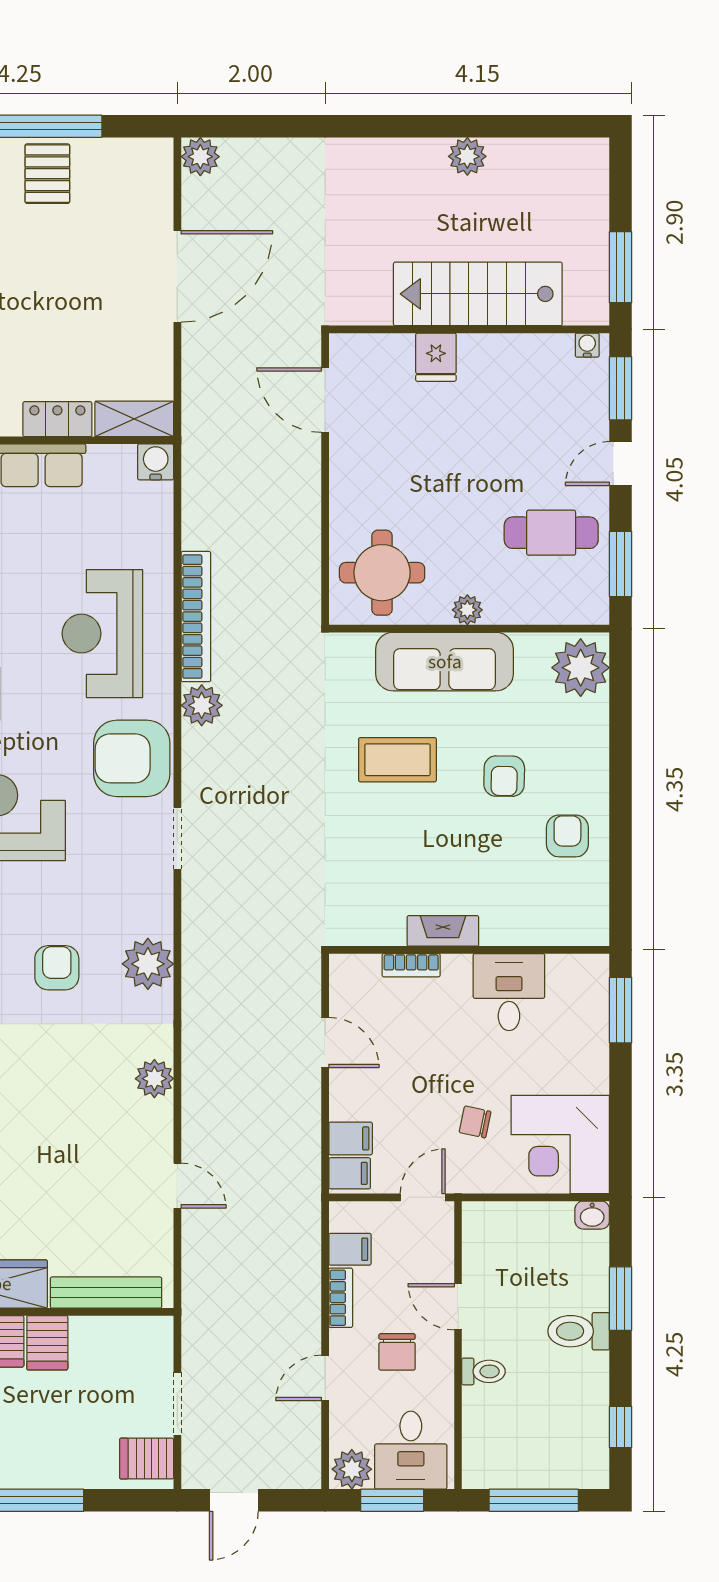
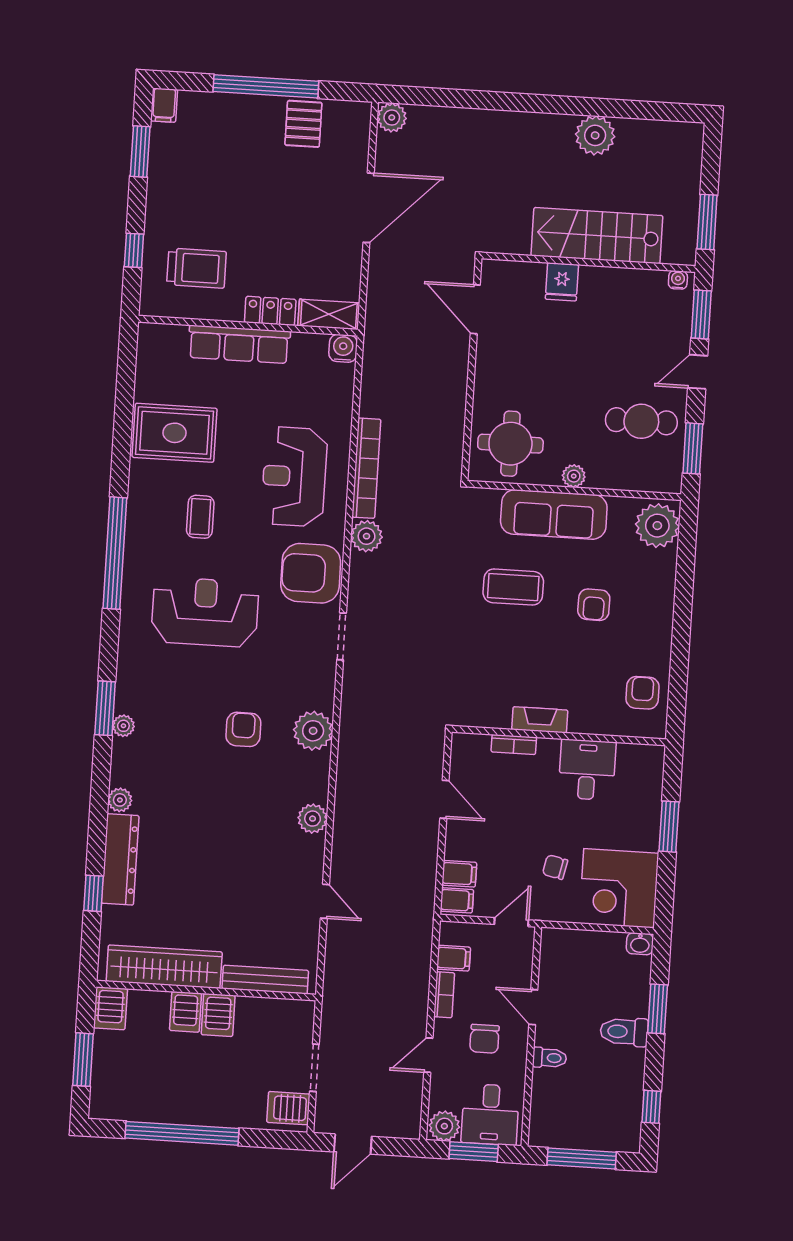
plant: (467, 156) -> (595, 135), width x1.36, depth x1.36
pallet: (47, 174) -> (303, 124), moved
armchair: (567, 836) -> (643, 693), moved
window: (621, 1010) -> (669, 827), moved

